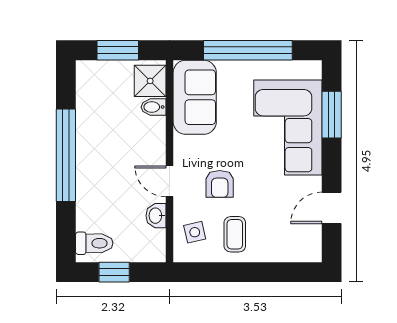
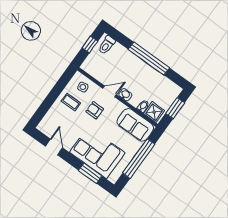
washbasin: (156, 216) -> (125, 95), moved

